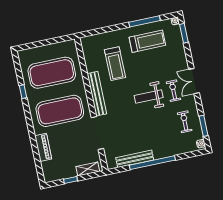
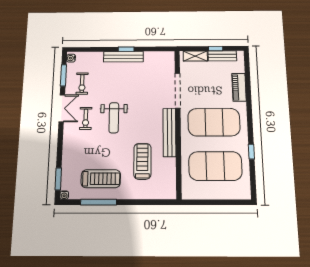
treadmill: (147, 41) -> (101, 179), turned 180
double door: (194, 81) -> (62, 108), moved
weight bench: (149, 96) -> (114, 118), turned 90
bench: (135, 159) -> (123, 57), moved
window: (152, 163) -> (126, 49), width x0.32
bench: (63, 174) -> (222, 56), added

